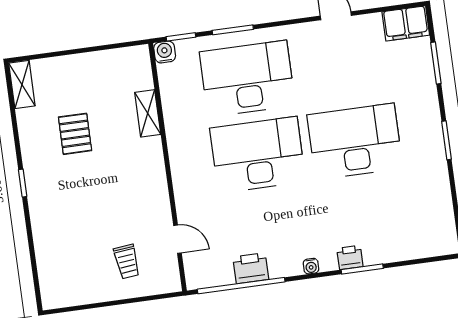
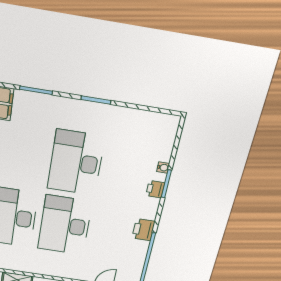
water cooler: (311, 266) -> (163, 168), moved
printer: (251, 268) -> (143, 230), moved

